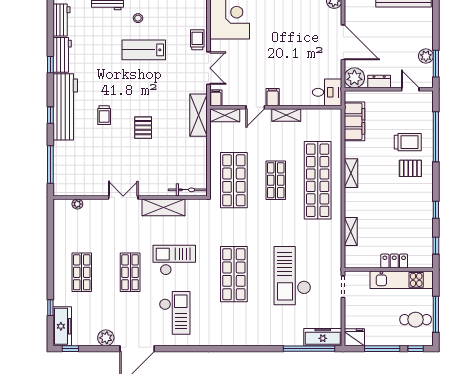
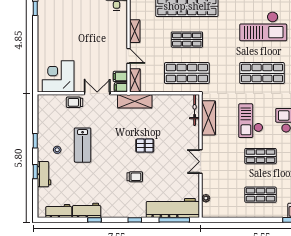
filing cabinet: (273, 97) -> (120, 76), moved
workbench: (65, 107) -> (173, 208), moved
shelving: (163, 207) -> (209, 118), moved

